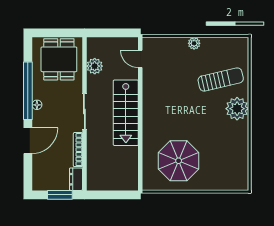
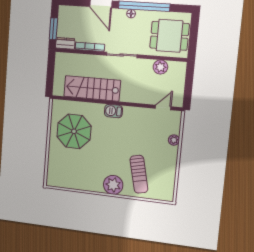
plant: (194, 43) -> (174, 140), moved
stairs: (126, 113) -> (92, 88), moved
barbecue: (150, 116) -> (113, 111), added

